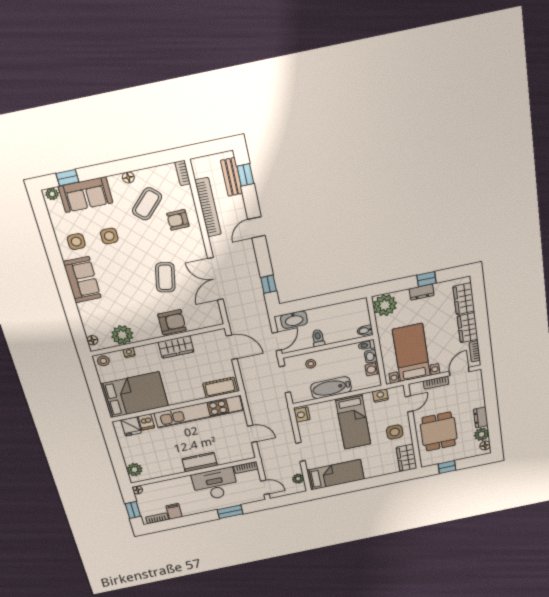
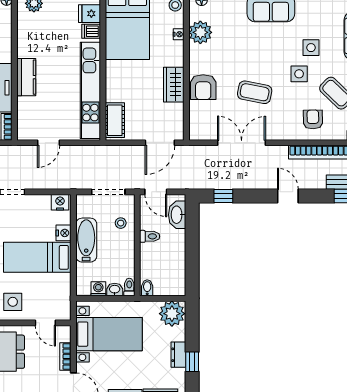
side table: (76, 242) -> (299, 74), moved
nightstand: (380, 396) -> (64, 233), moved

